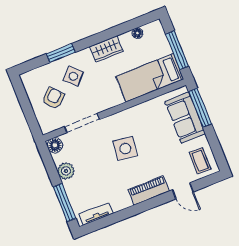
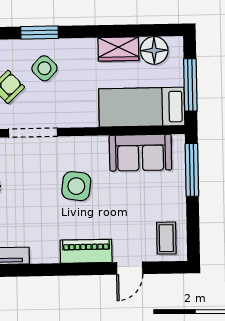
floor lamp: (137, 33) -> (154, 50), width x1.89, depth x1.89
wardrobe: (106, 49) -> (118, 49), moved
sofa: (185, 118) -> (140, 153), moved, turned -90
door: (183, 191) -> (130, 268), hinge flipped

